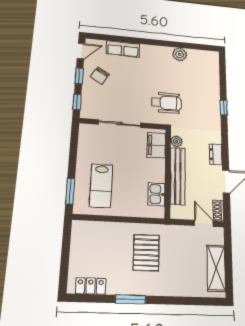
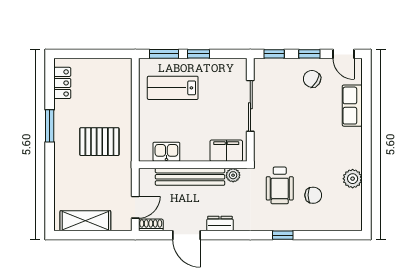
chair: (192, 83) -> (313, 195), added
wheelchair: (166, 103) -> (280, 185), moved
window: (72, 162) -> (199, 54), added

